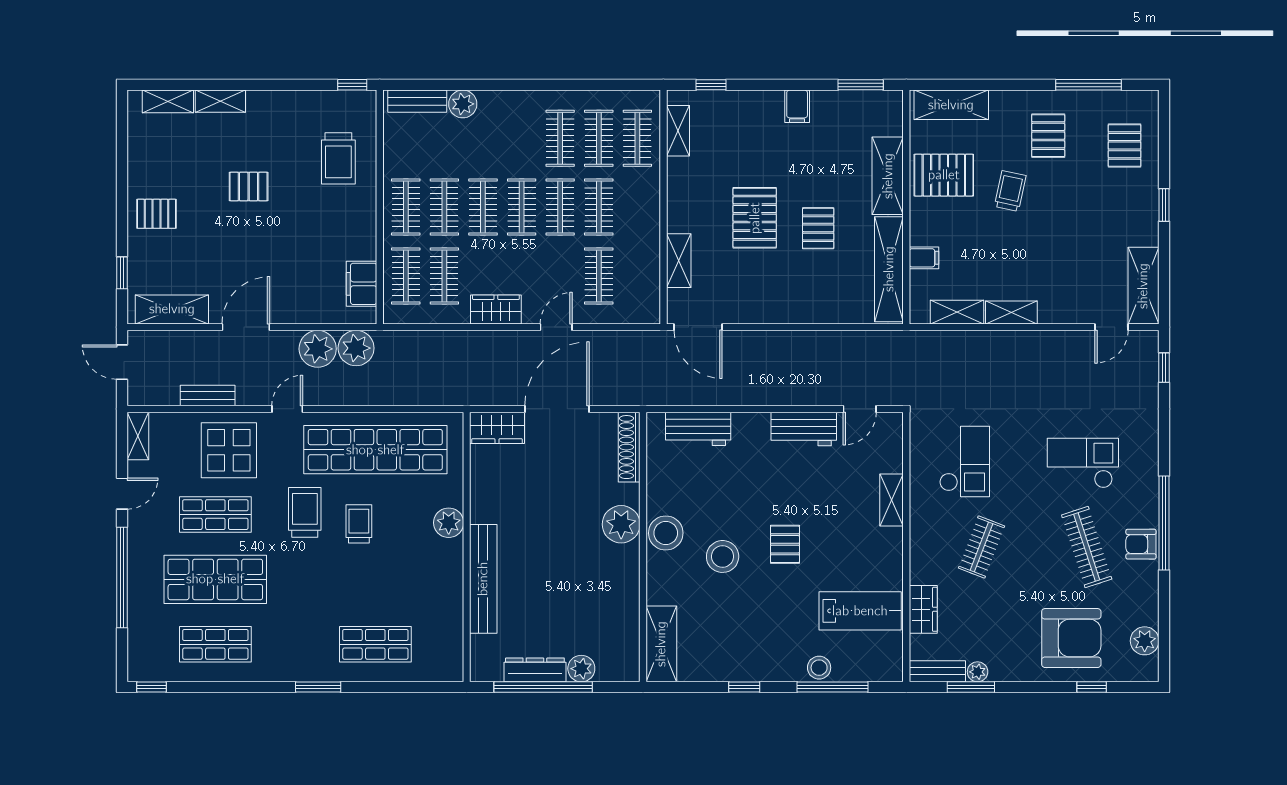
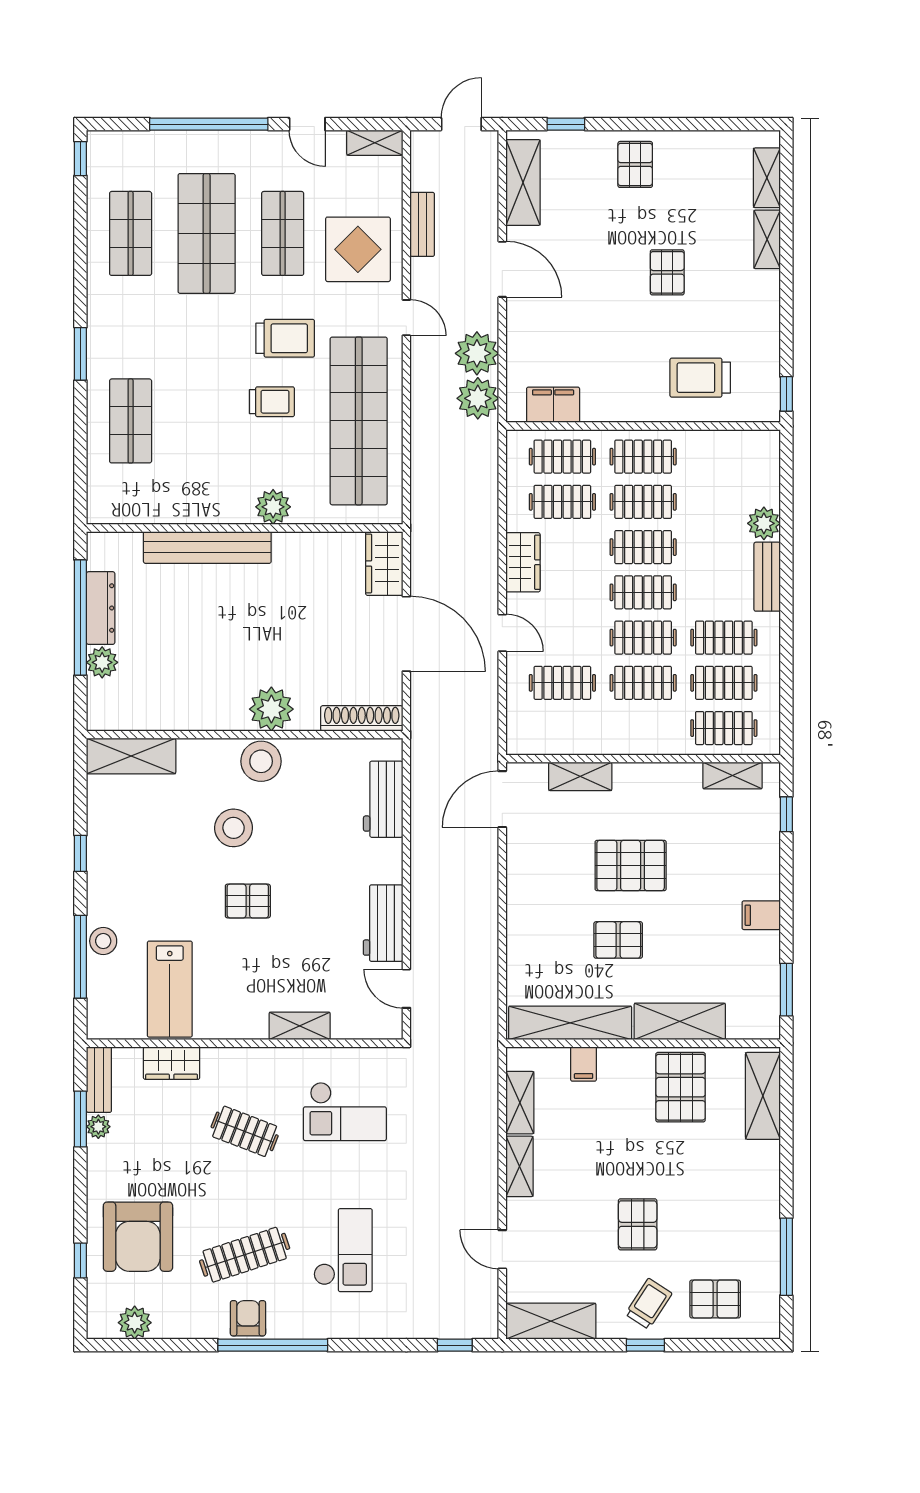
bench: (417, 101) -> (767, 577), moved
pallet: (1048, 136) -> (638, 1224), moved, turned 90
trolley: (1010, 191) -> (649, 1304), moved, turned -69
door: (1111, 327) -> (502, 1249), moved

